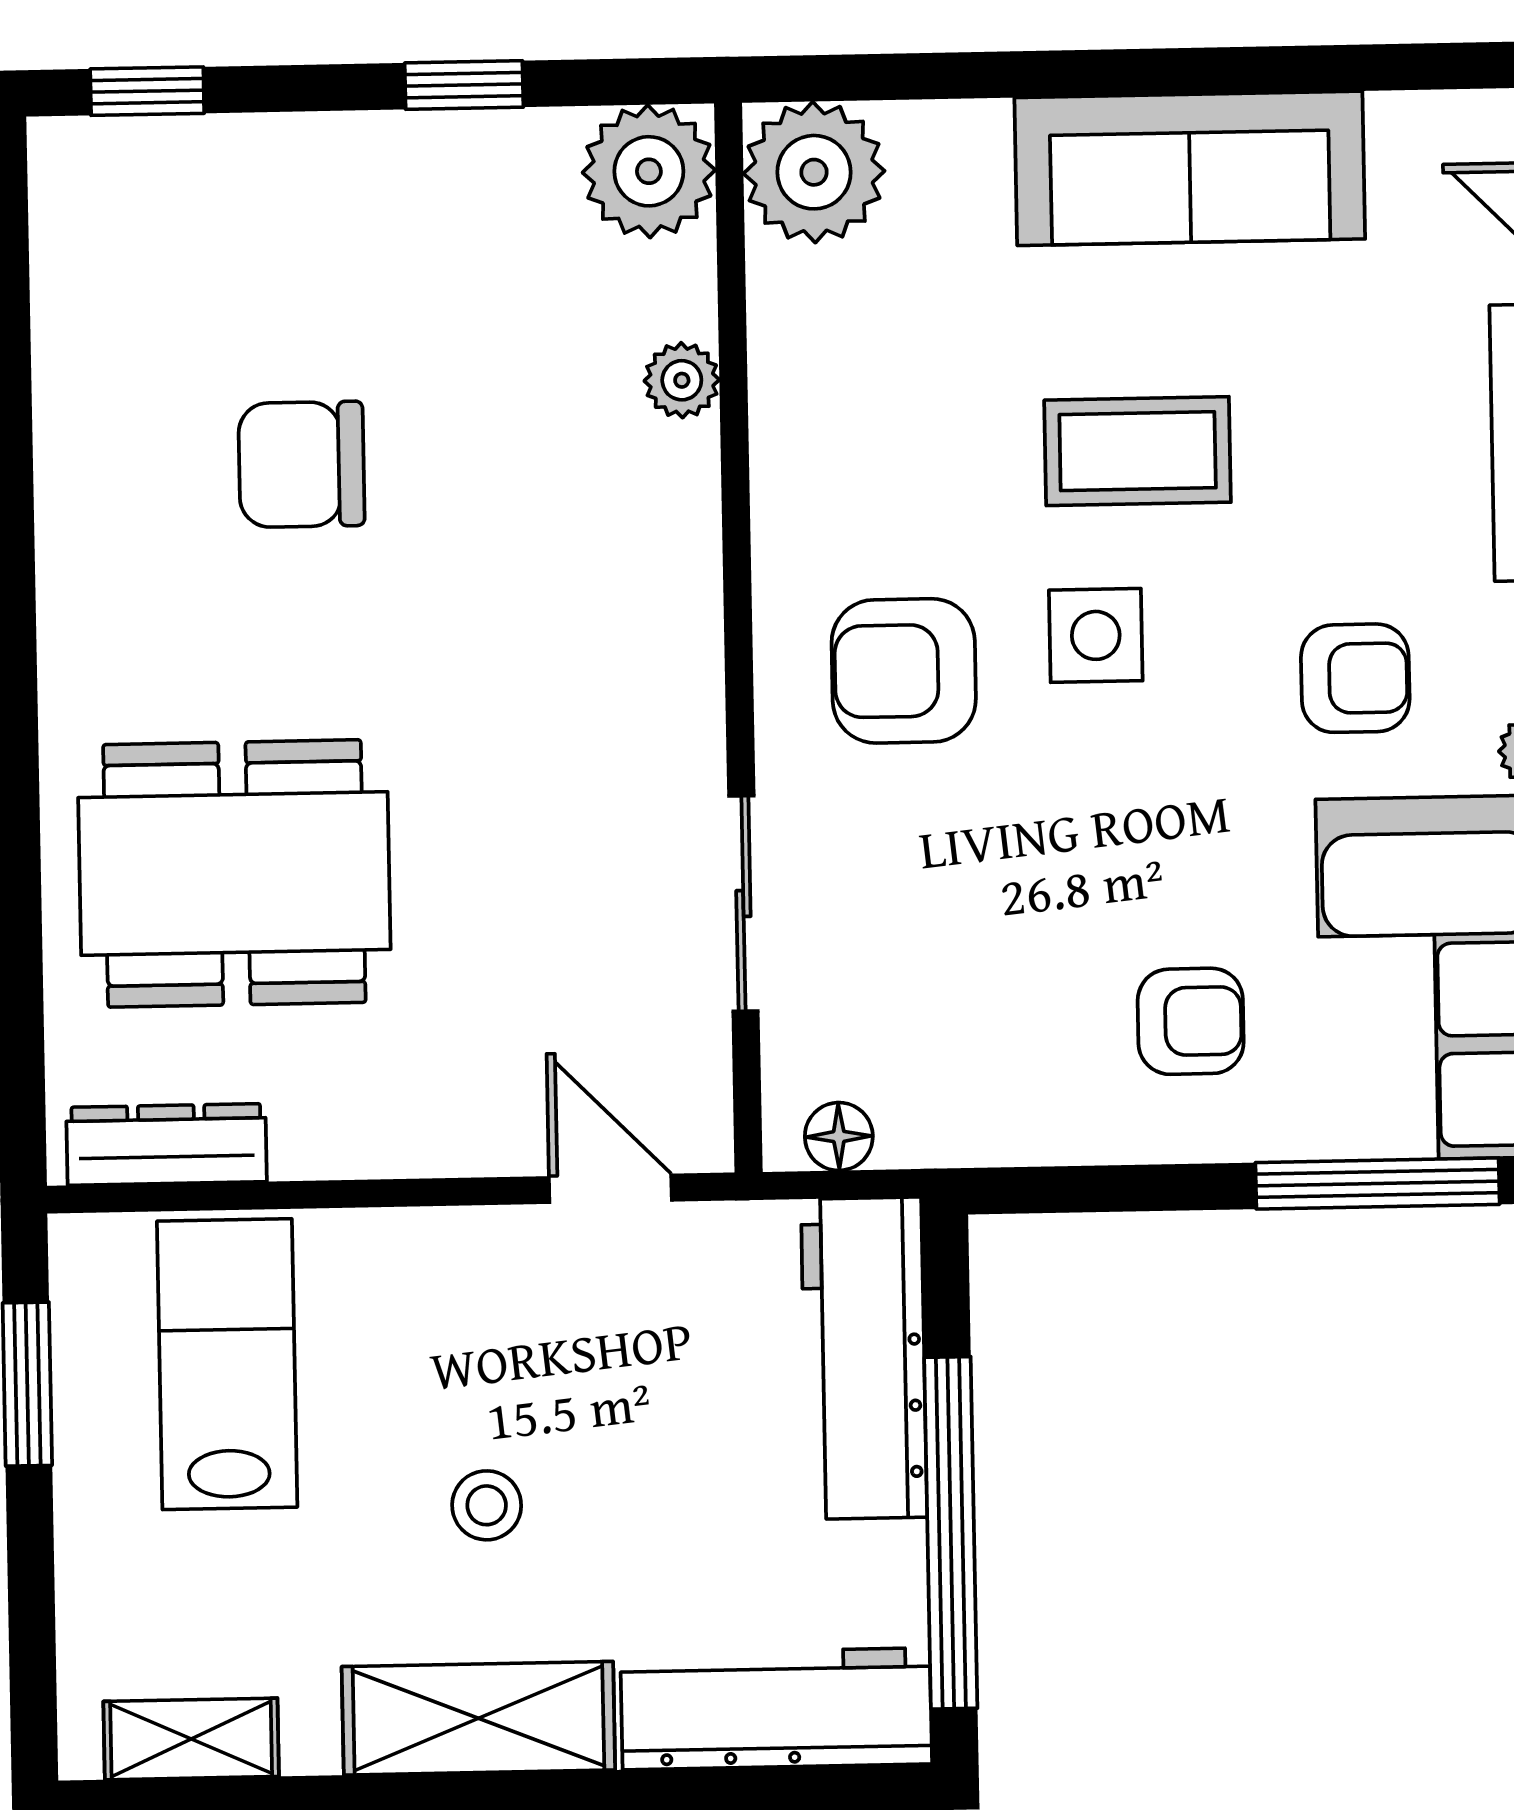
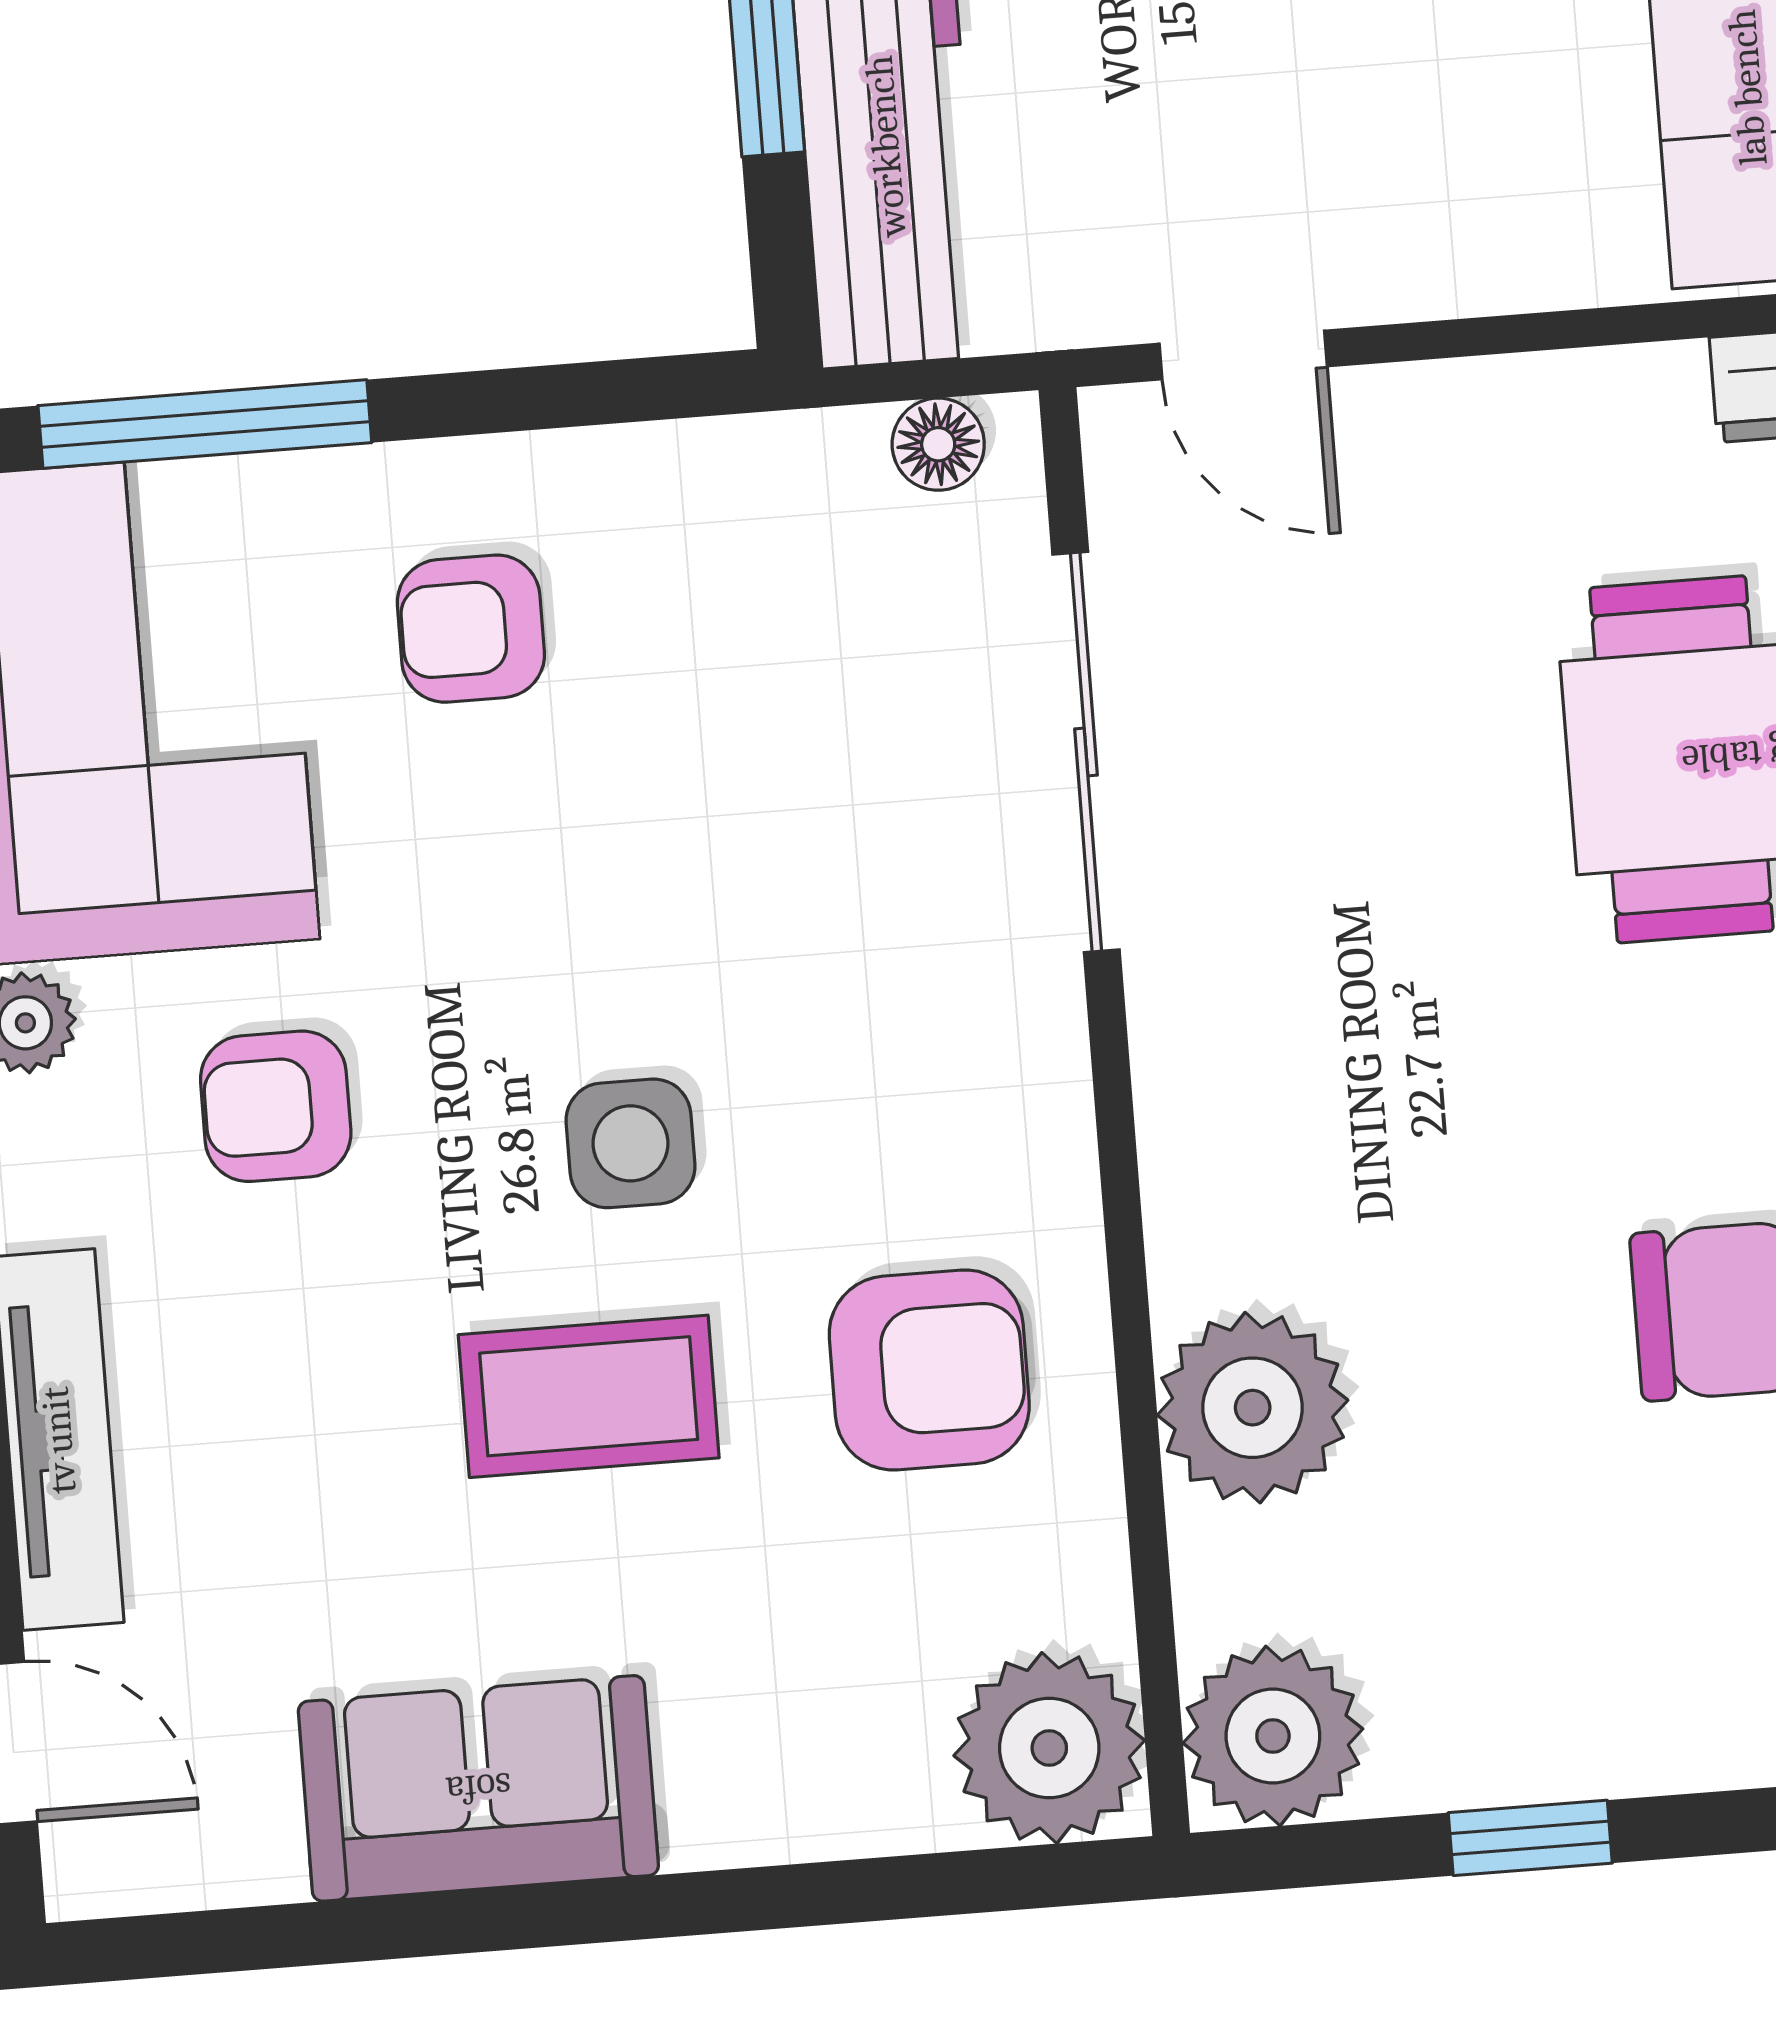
sofa: (1190, 168) -> (478, 1788), width x0.73
plant: (682, 380) -> (1253, 1408), width x1.88, depth x1.88
armchair: (904, 671) -> (929, 1370), moved
sliding door: (743, 904) -> (1086, 752), width x1.37

